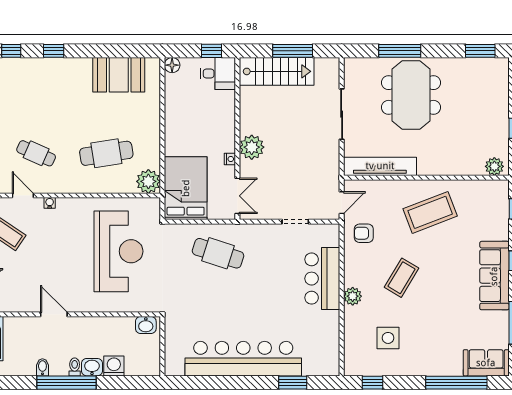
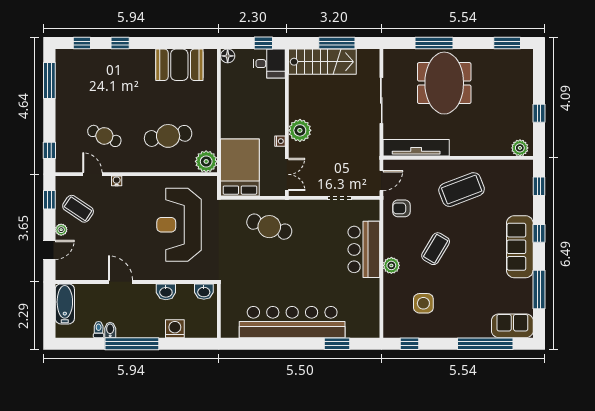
reception desk: (118, 251) -> (179, 225), turned 180
toilet: (75, 367) -> (99, 330), moved
washbasin: (92, 367) -> (166, 292), moved, turned 180

